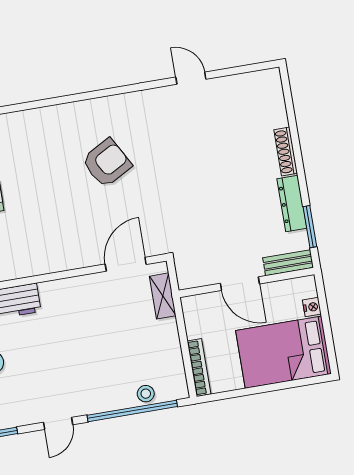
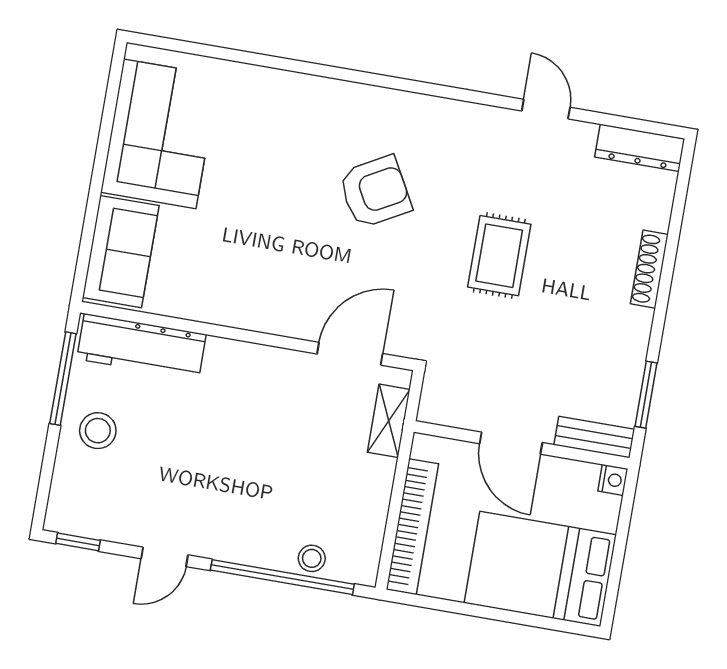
rug: (194, 175) -> (499, 256), added
dresser: (292, 204) -> (640, 148), moved, turned -90
nightstand: (312, 307) -> (613, 480), moved
bookcase: (199, 368) -> (412, 527), width x1.48, depth x1.31

